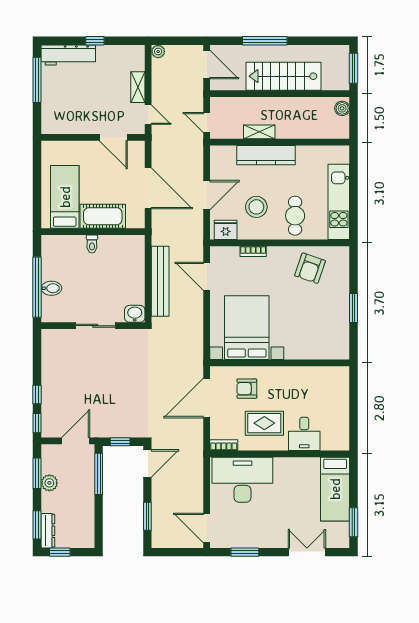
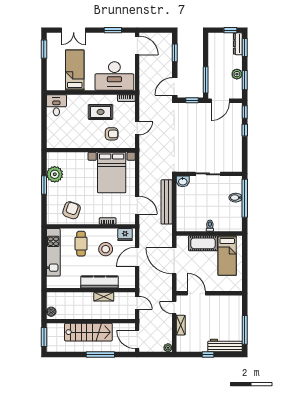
plant: (337, 325) -> (55, 174), added
door: (207, 398) -> (137, 128), width x0.53
desk: (304, 434) -> (56, 105), moved
bed: (335, 489) -> (75, 70), moved

